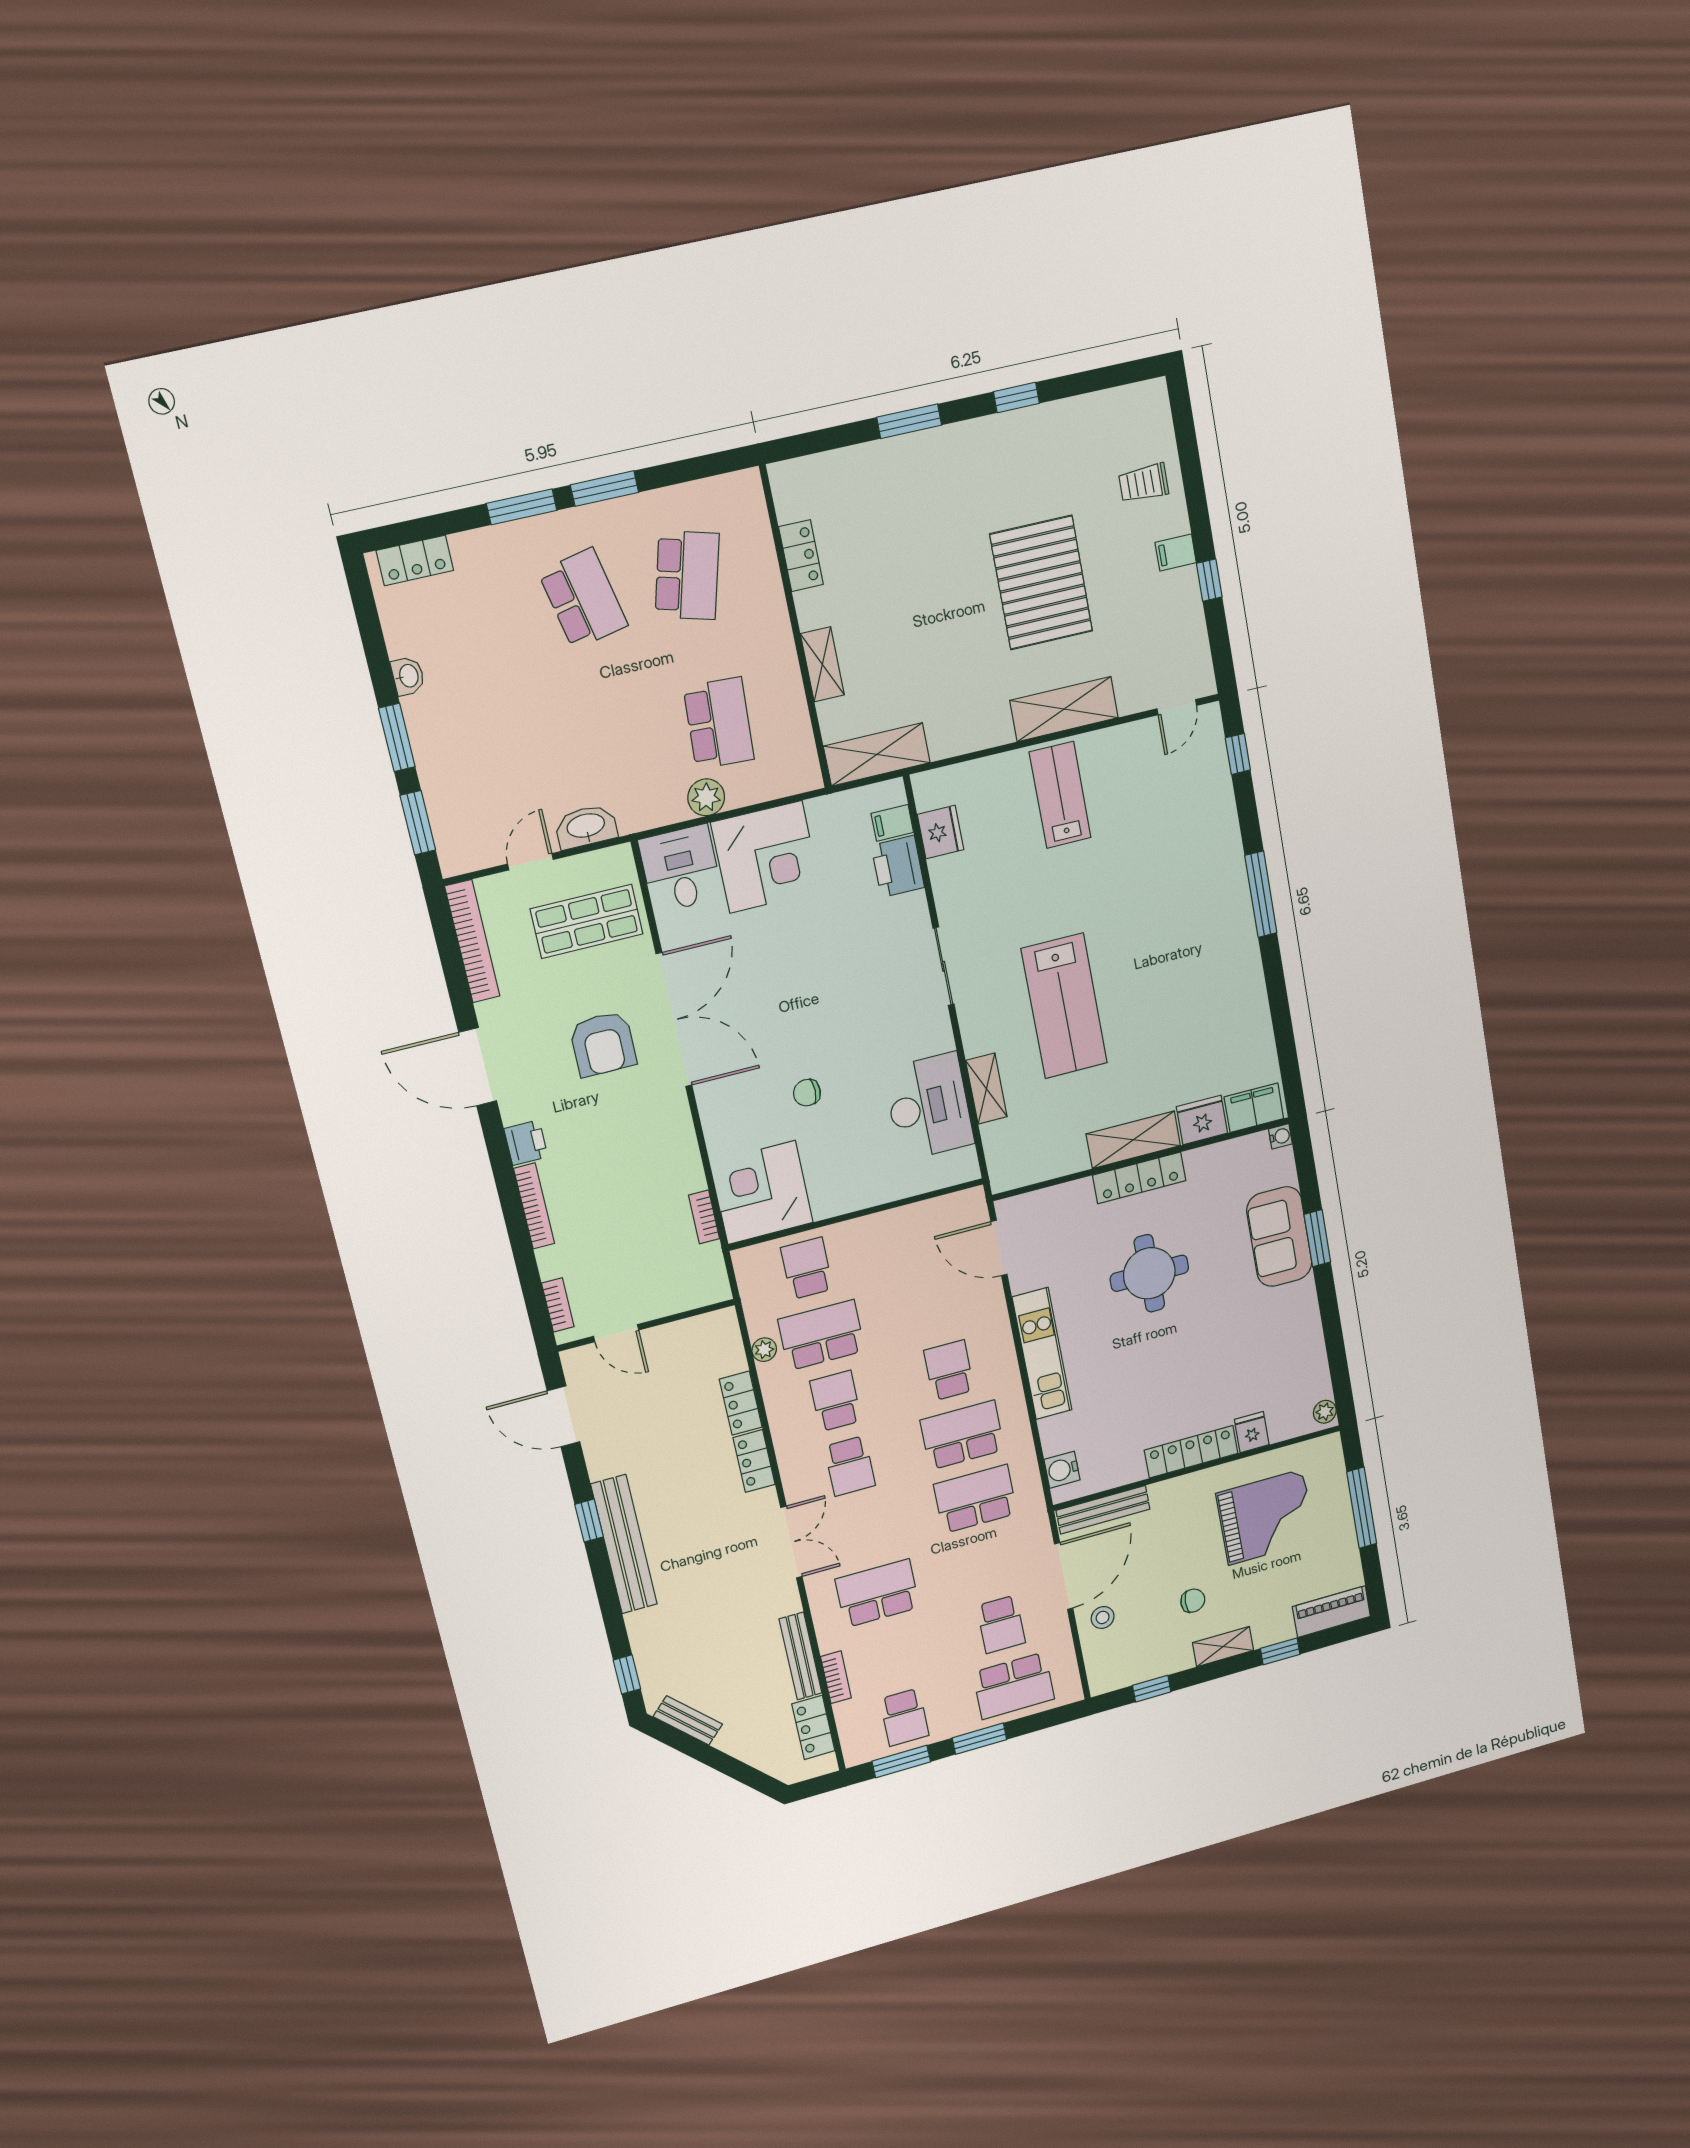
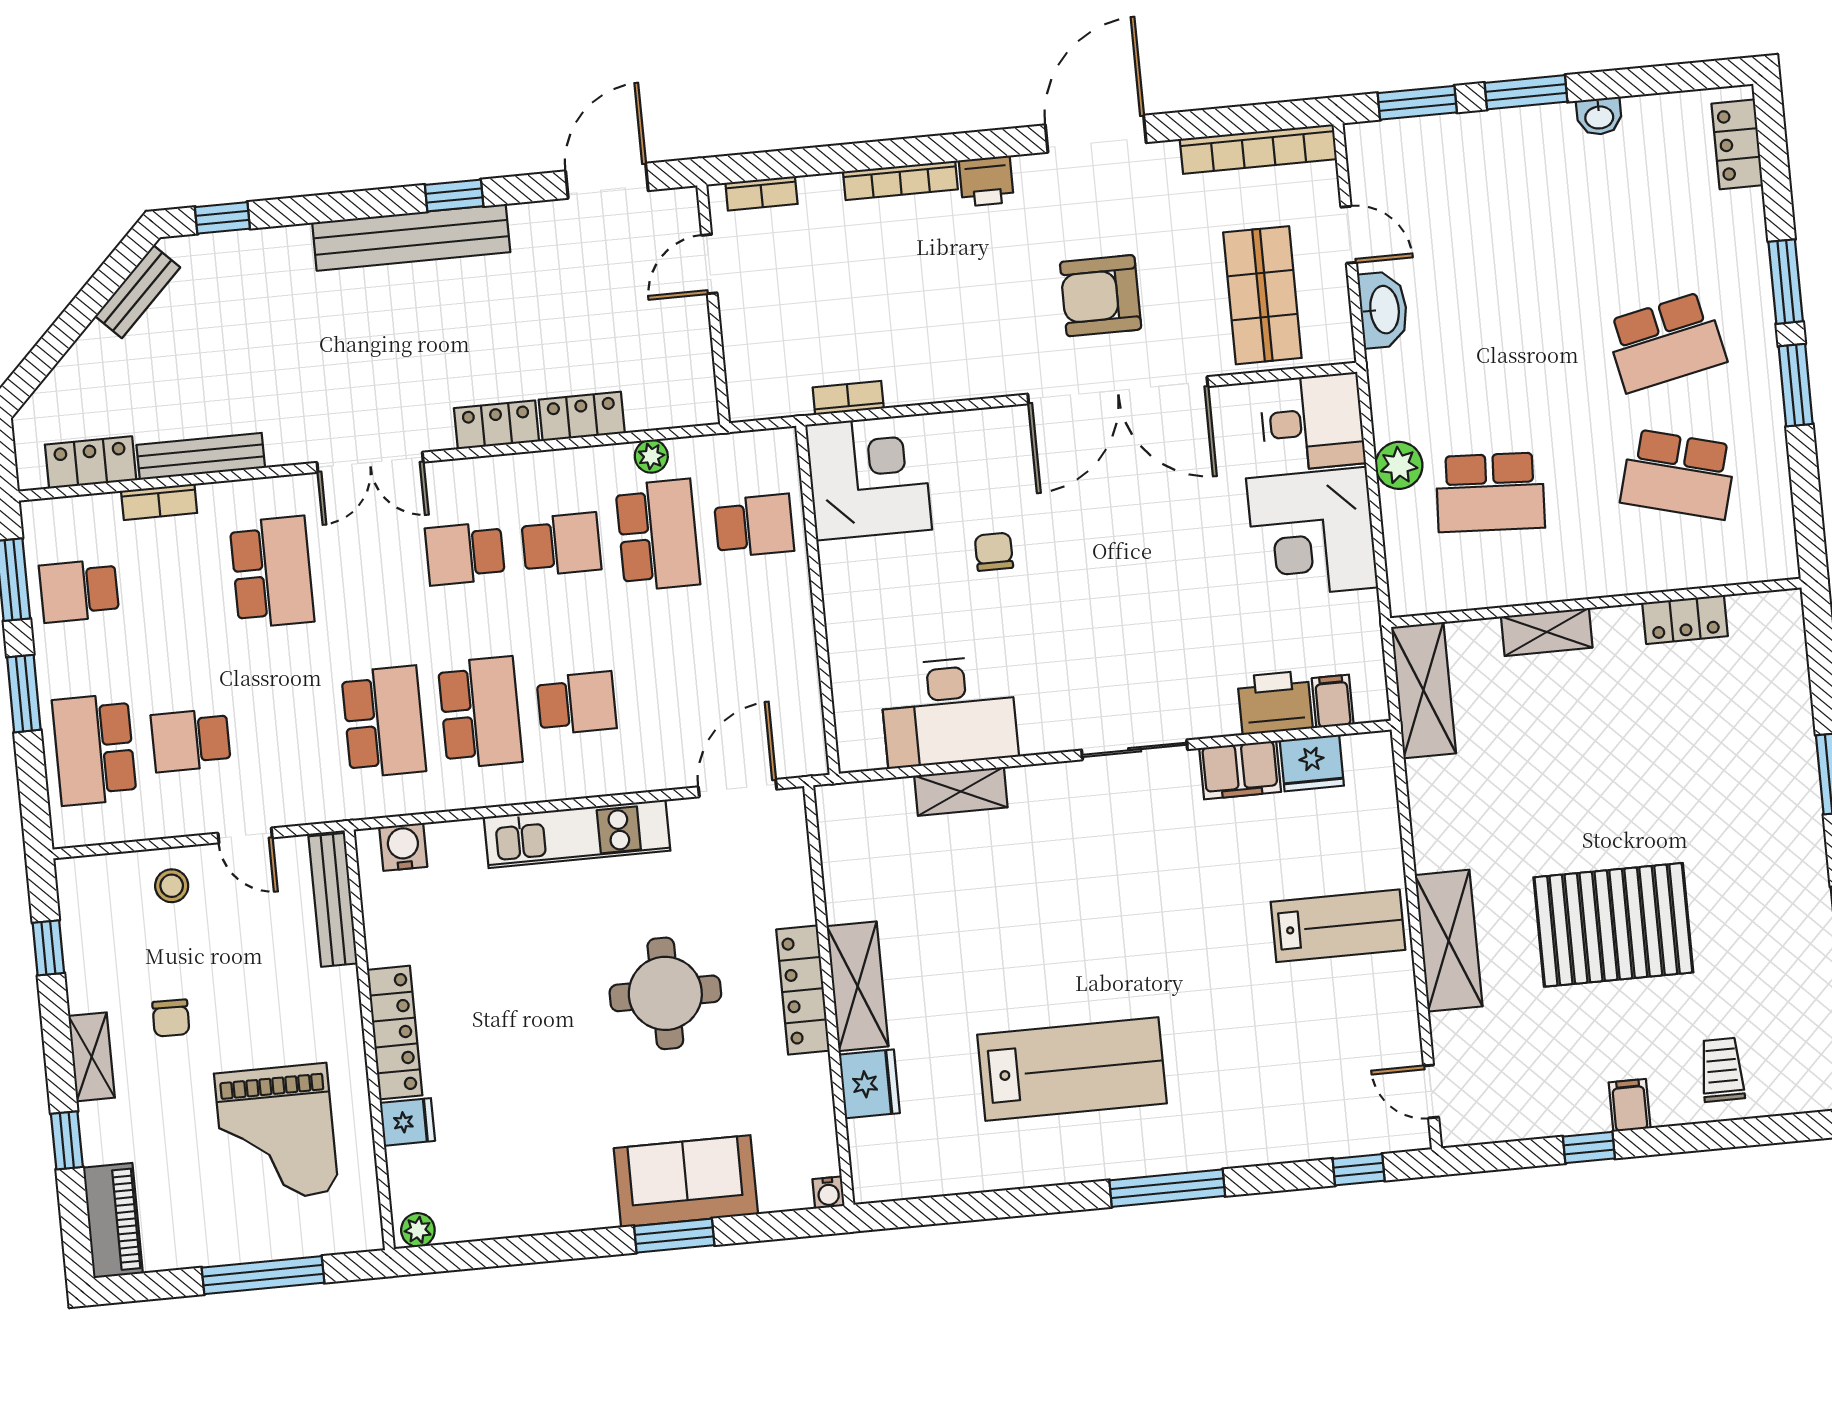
lab bench: (1064, 1006) -> (1072, 1069), moved, turned 180
filing cabinet: (1254, 1108) -> (1240, 770), moved, turned 90
door: (1064, 1576) -> (245, 835), width x0.53

